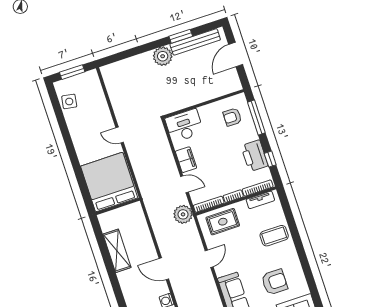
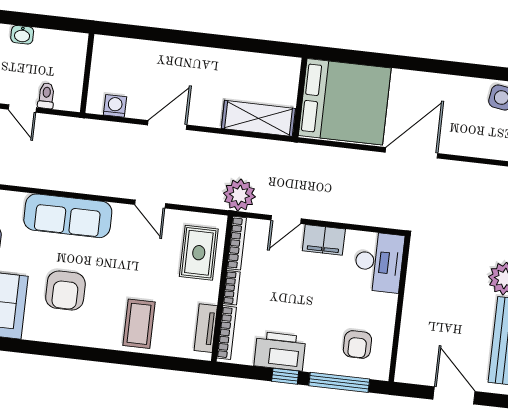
armchair: (232, 117) -> (357, 345), turned 180
door: (120, 135) -> (411, 153), width x1.88
window: (270, 159) -> (285, 376), moved
shelving: (117, 251) -> (258, 118), moved

